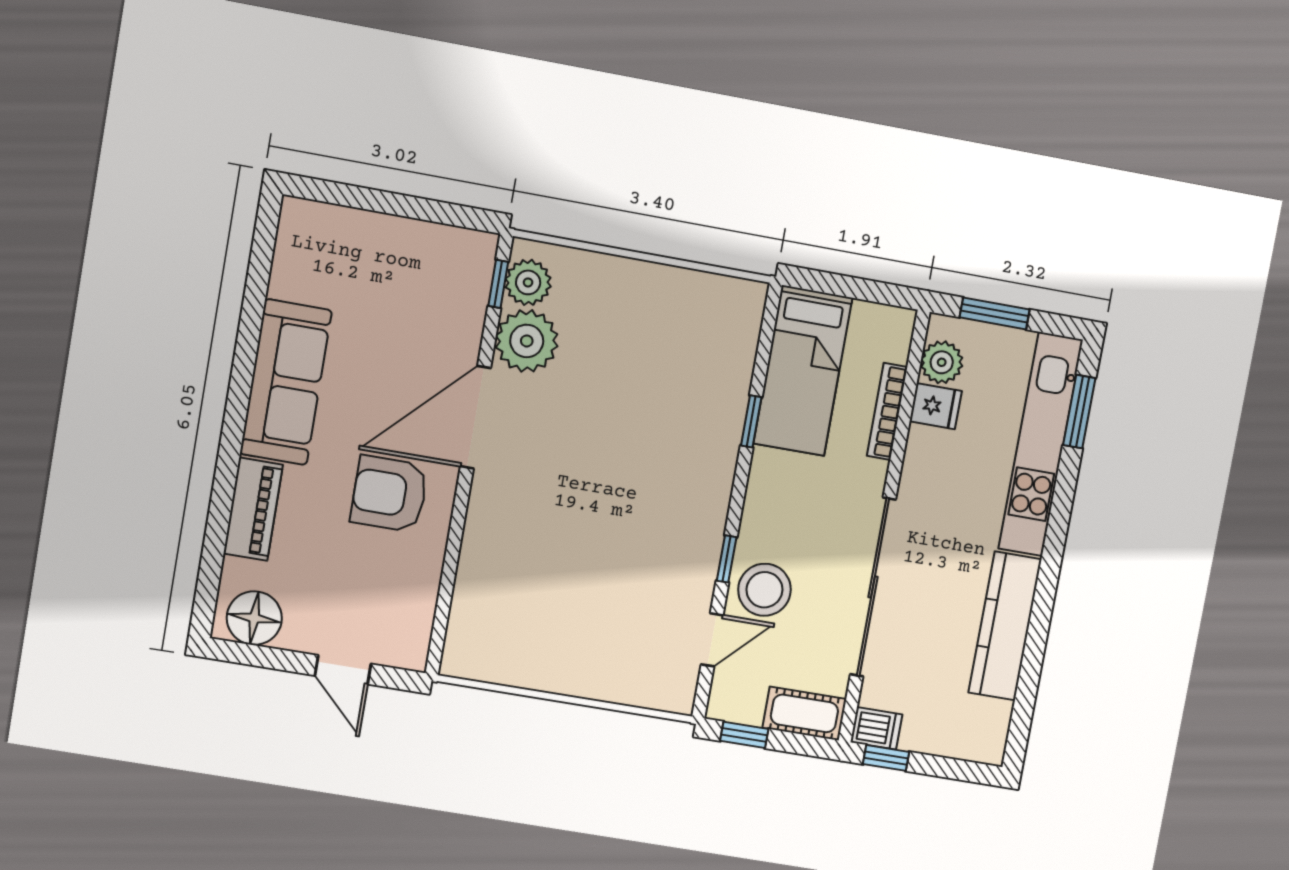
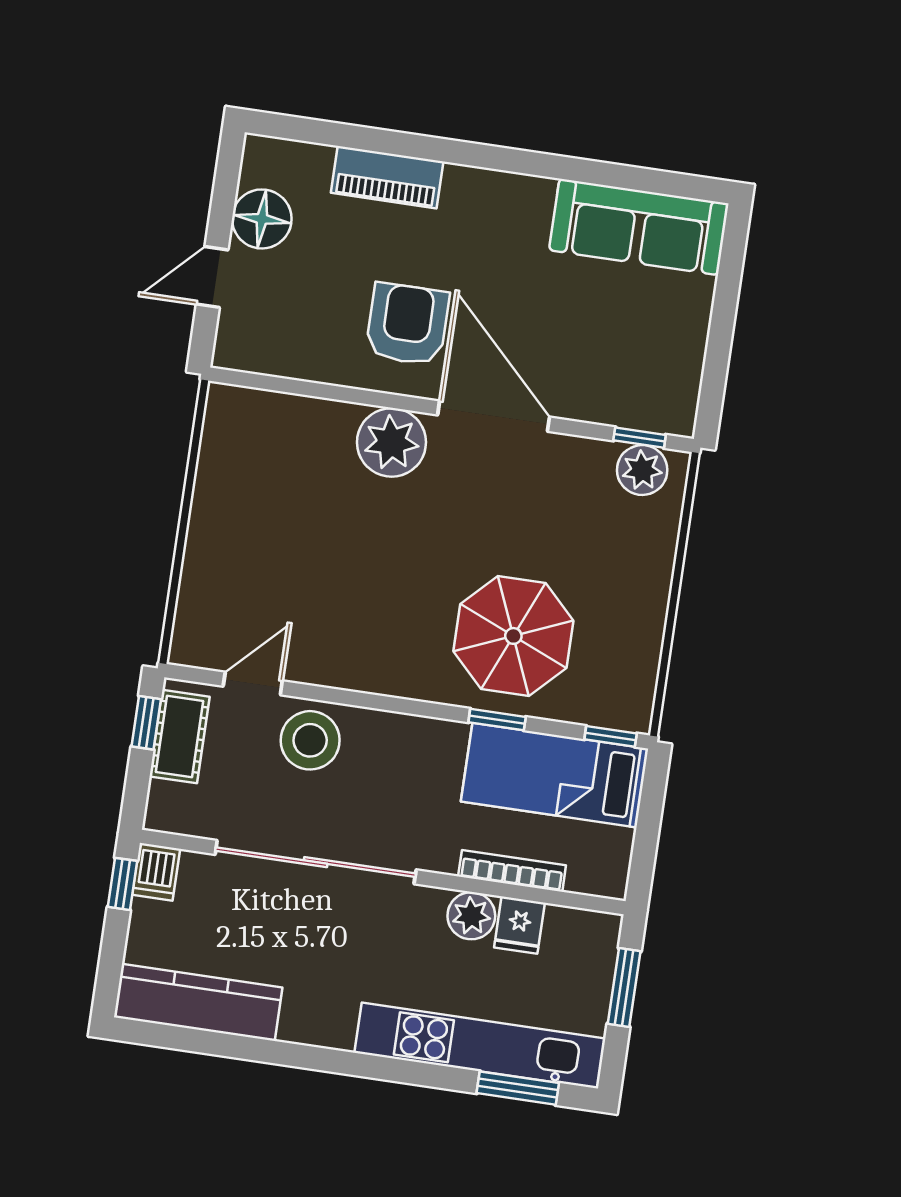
plant: (527, 341) -> (391, 442), moved
plant: (942, 362) -> (471, 916), moved
sofa: (286, 382) -> (639, 227), moved
parasol: (676, 405) -> (513, 636), added
window: (727, 559) -> (611, 736), moved
floor lamp: (254, 618) -> (262, 219), moved
kitchen counter: (1005, 626) -> (198, 1002), moved
door: (712, 640) -> (253, 684), swing flipped
cot: (804, 713) -> (180, 737), moved

